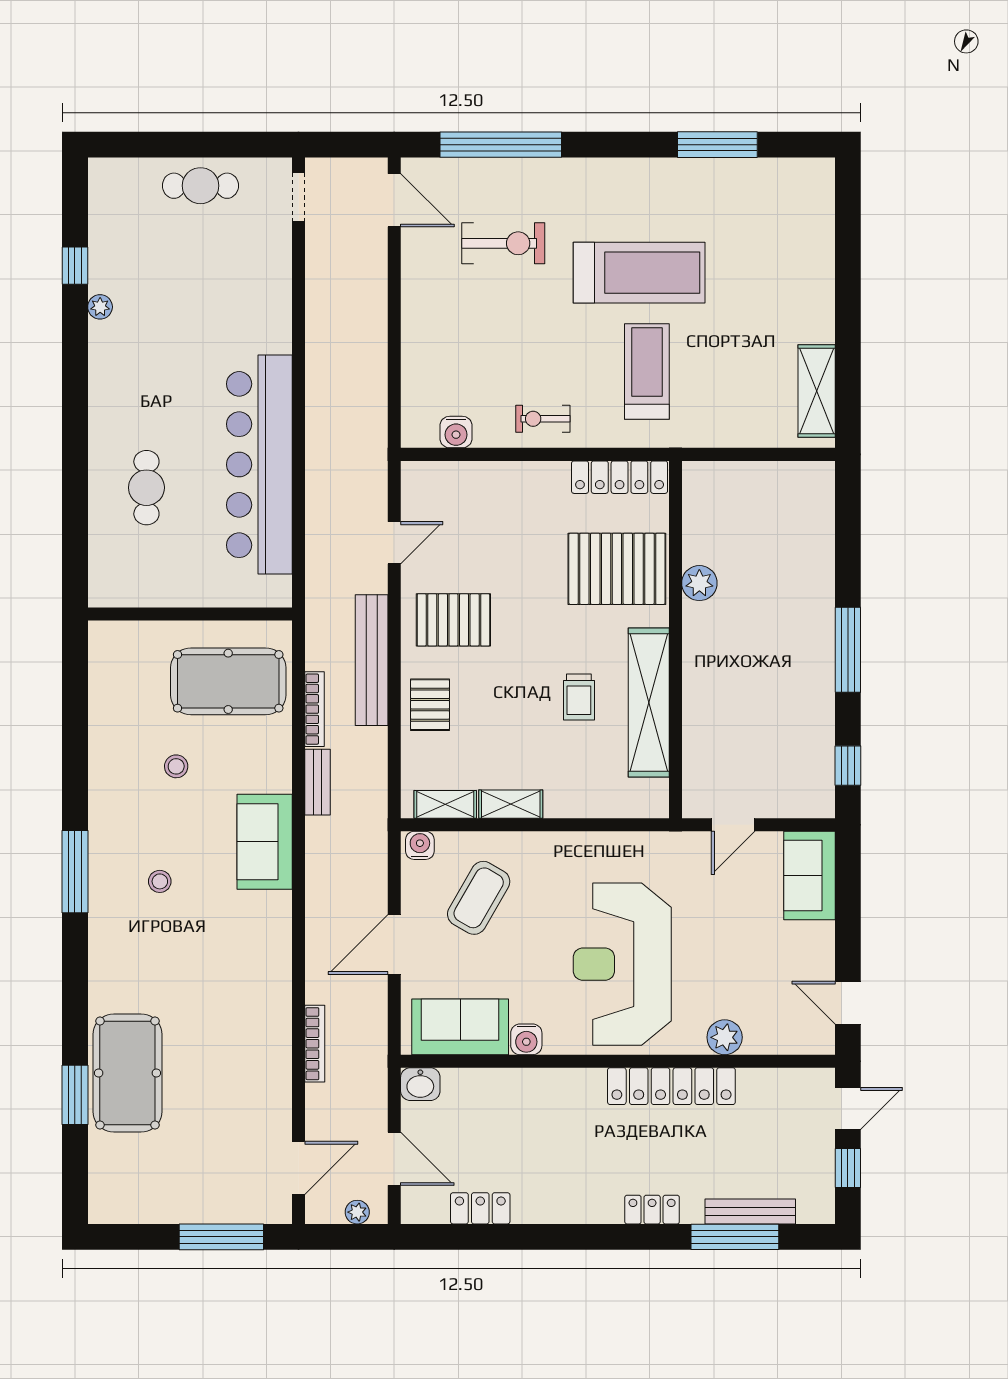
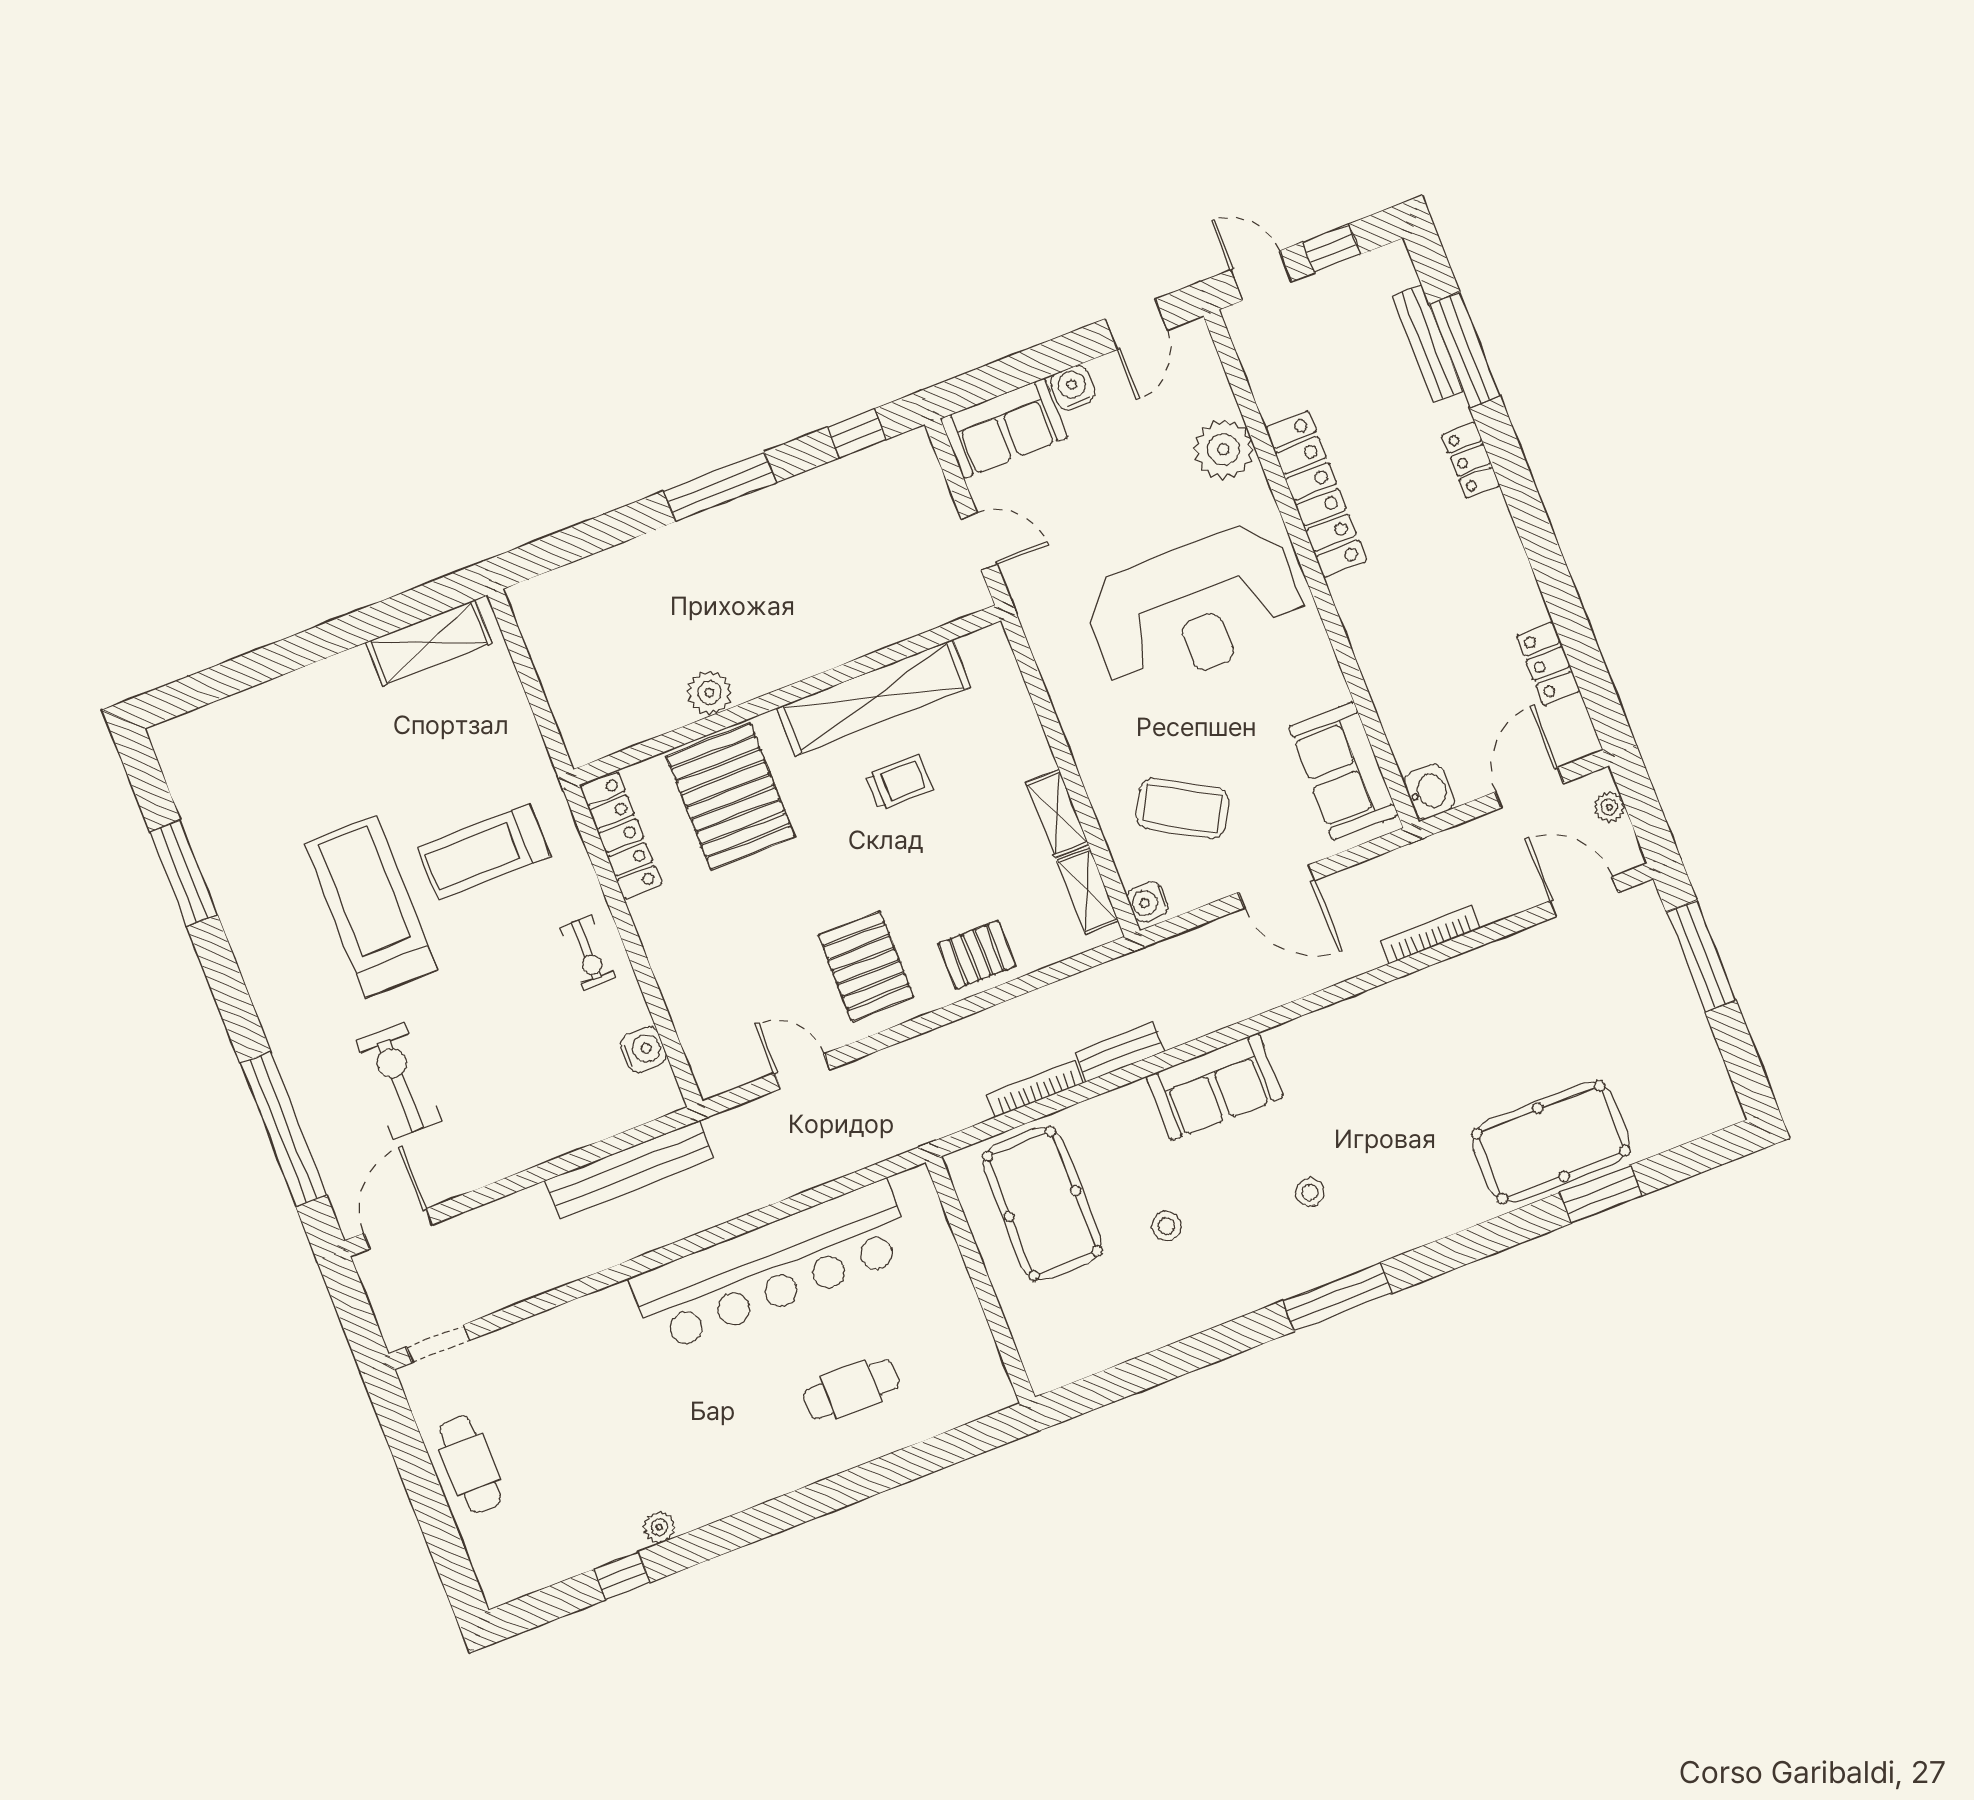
bench: (372, 660) -> (630, 1169), moved
plant: (725, 1037) -> (1223, 449), width x1.36, depth x1.36
water cooler: (526, 1039) -> (1073, 388), moved, turned -90

